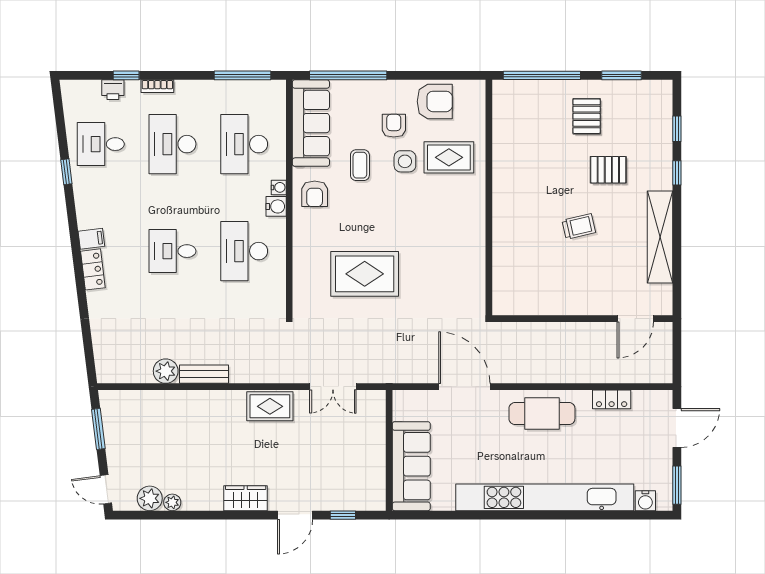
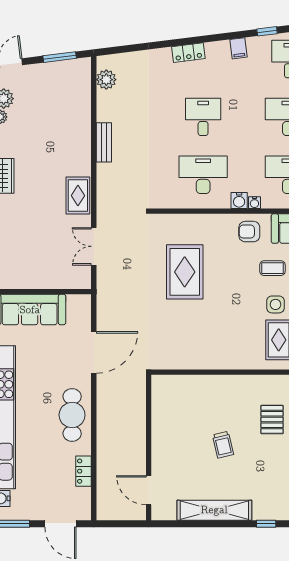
pallet: (608, 170) -> (272, 419), moved
filing cabinet: (91, 239) -> (238, 48), moved
plant: (166, 371) -> (106, 80), moved

